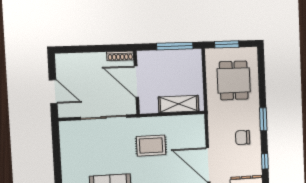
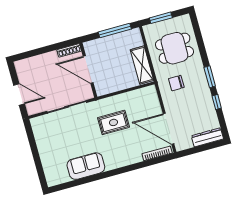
dining table: (234, 80) -> (174, 48), turned 90
shelving: (179, 104) -> (142, 65), moved, turned 90
chair: (243, 138) -> (176, 83), moved
window: (265, 161) -> (217, 102), moved

